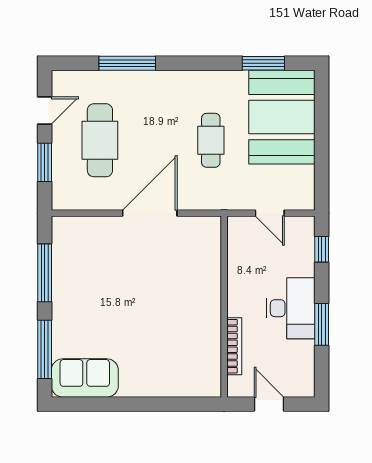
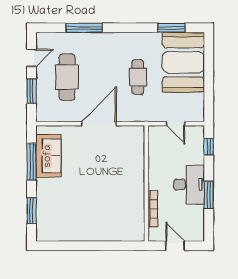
window: (45, 349) -> (32, 211), width x0.69
sofa: (85, 378) -> (48, 156), moved, turned 90

